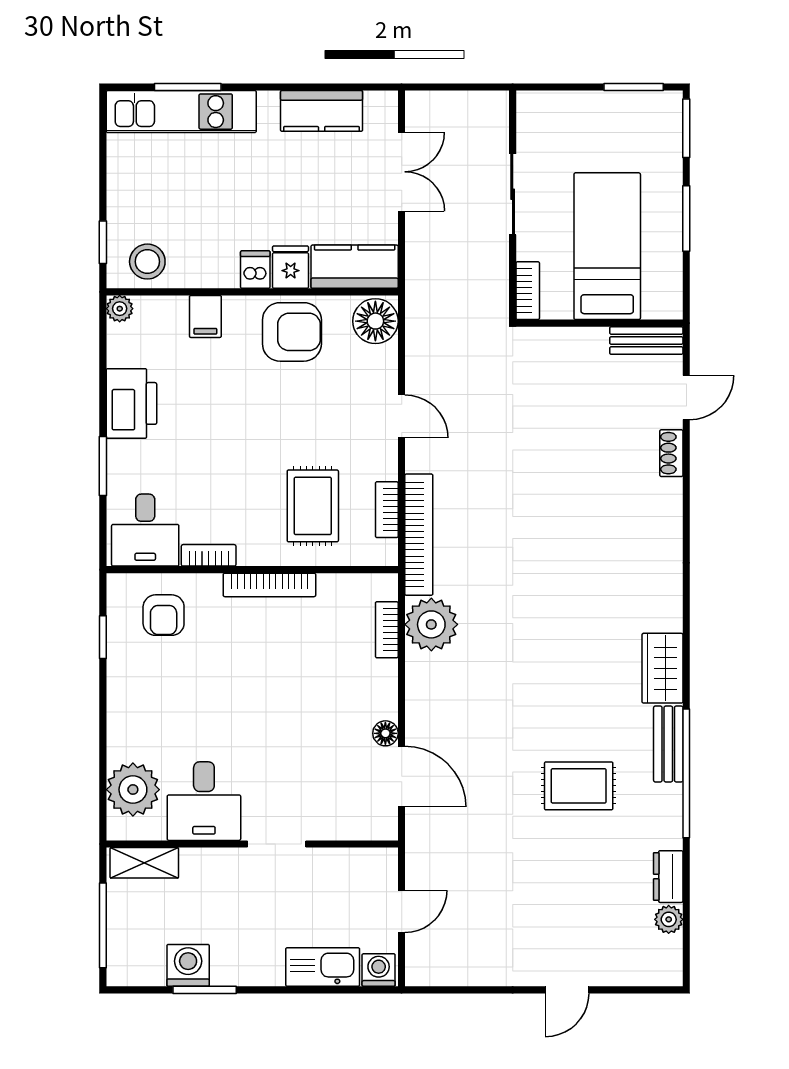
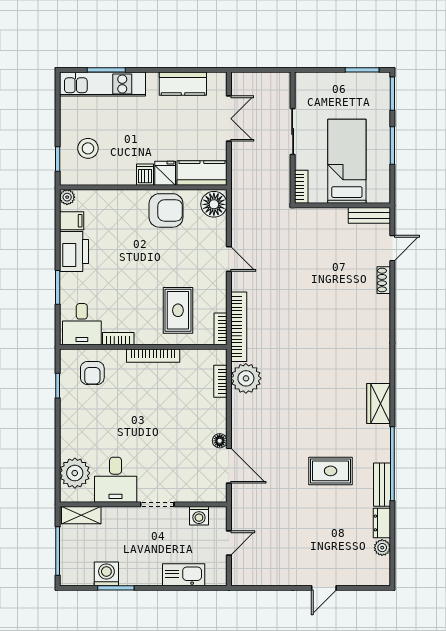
stool: (147, 262) -> (88, 148), moved
filing cabinet: (205, 316) -> (72, 221), moved, turned -90
bookcase: (387, 510) -> (220, 329), moved
bench: (668, 744) -> (382, 485), moved
washing machine: (379, 970) -> (199, 516), moved, turned 180

